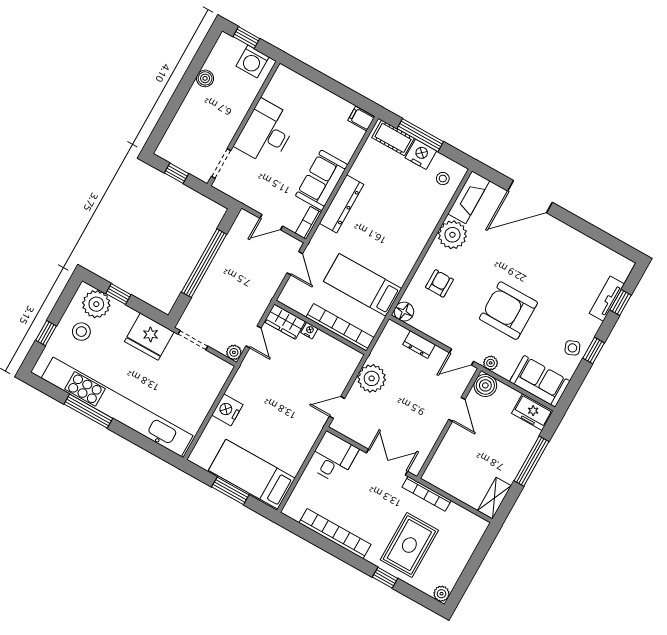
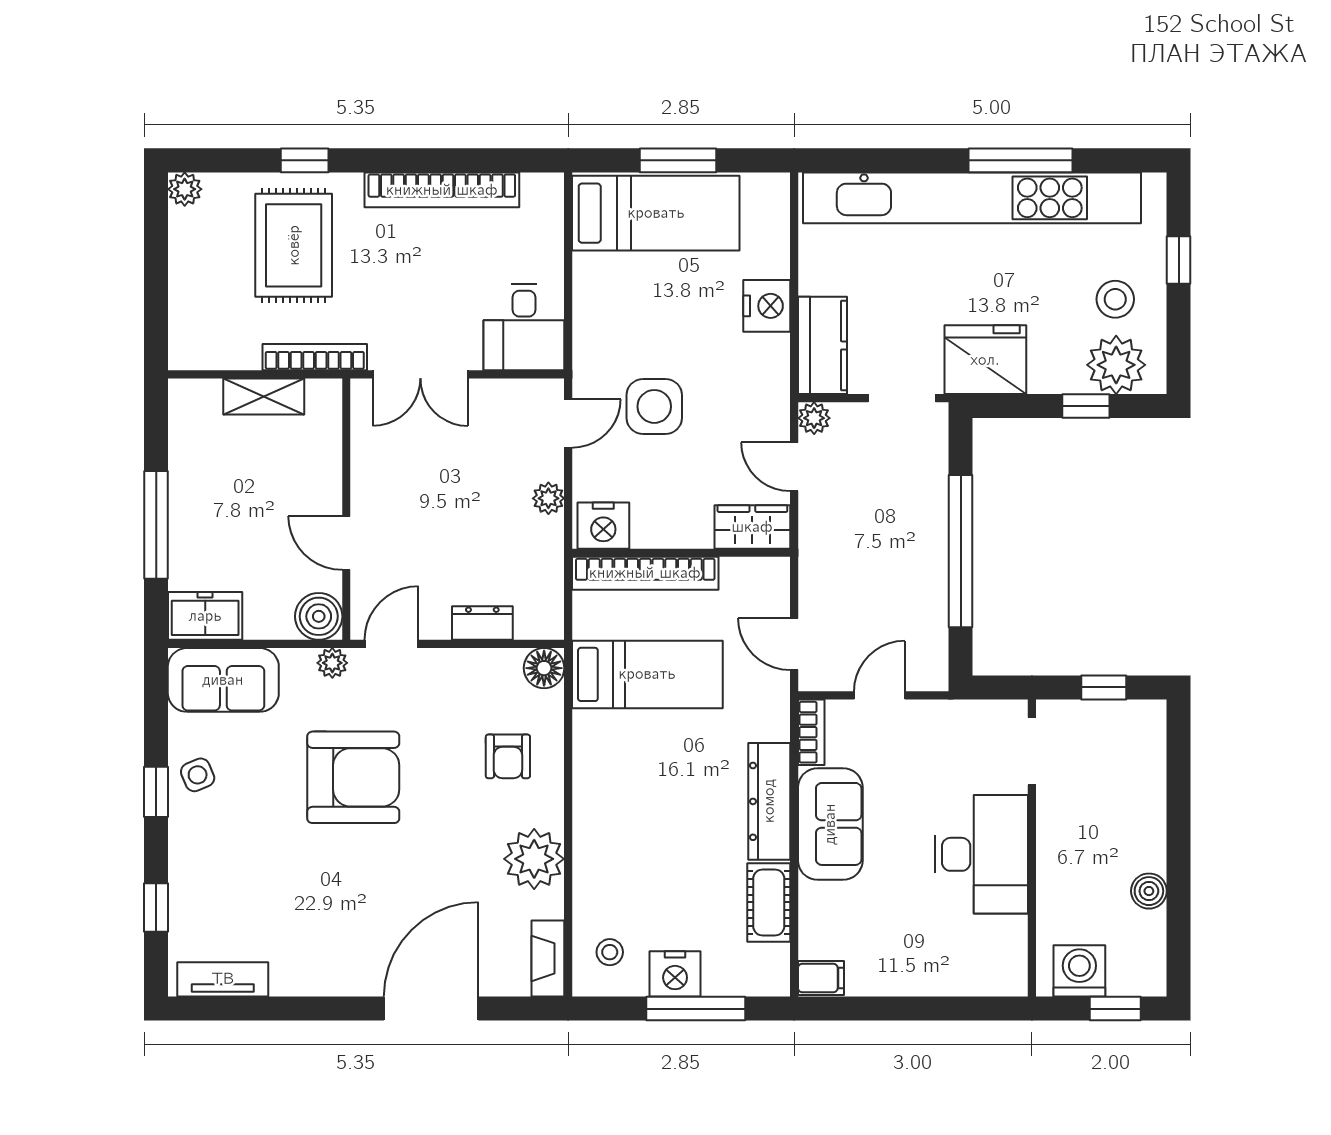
cot: (393, 138) -> (769, 902), moved, turned 90
fireplace: (469, 197) -> (548, 958), width x0.73, depth x0.76
tv unit: (607, 299) -> (223, 979), moved, turned -90
nightstand: (309, 331) -> (603, 526), moved, width x1.89, depth x1.79
plant: (372, 378) -> (548, 498), width x0.53, depth x0.53
kitchen counter: (213, 381) -> (822, 345), added
side table: (297, 394) -> (654, 406), added
shelving: (494, 498) -> (264, 397), moved, turned 90

